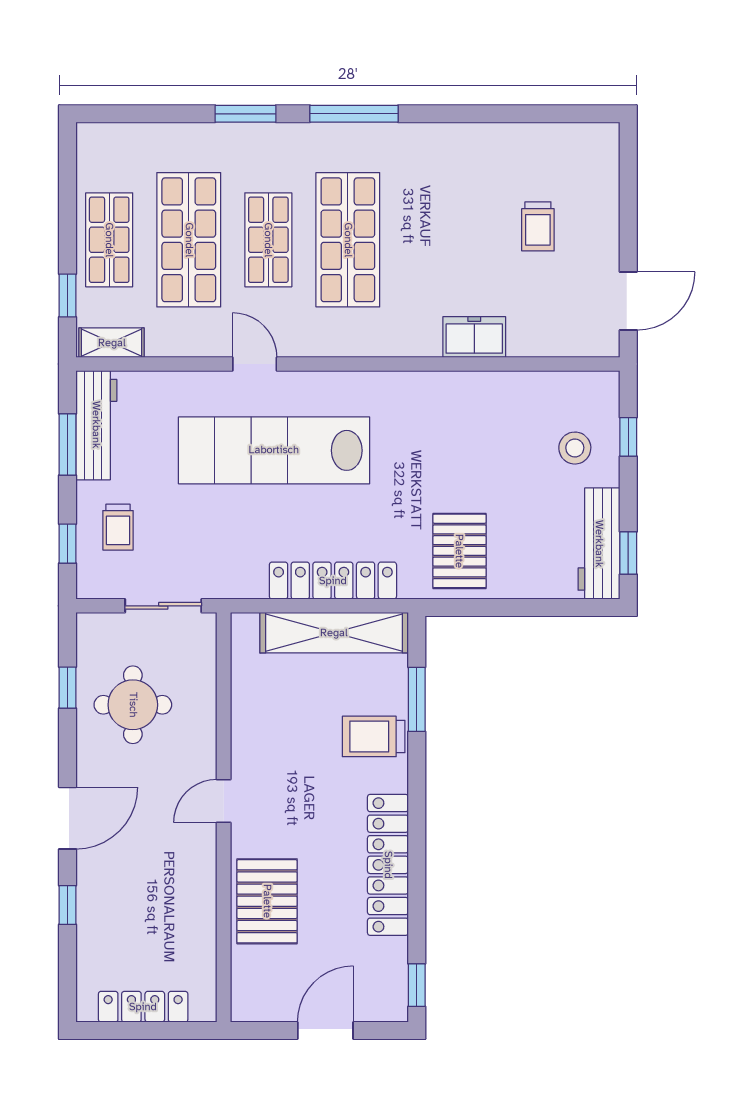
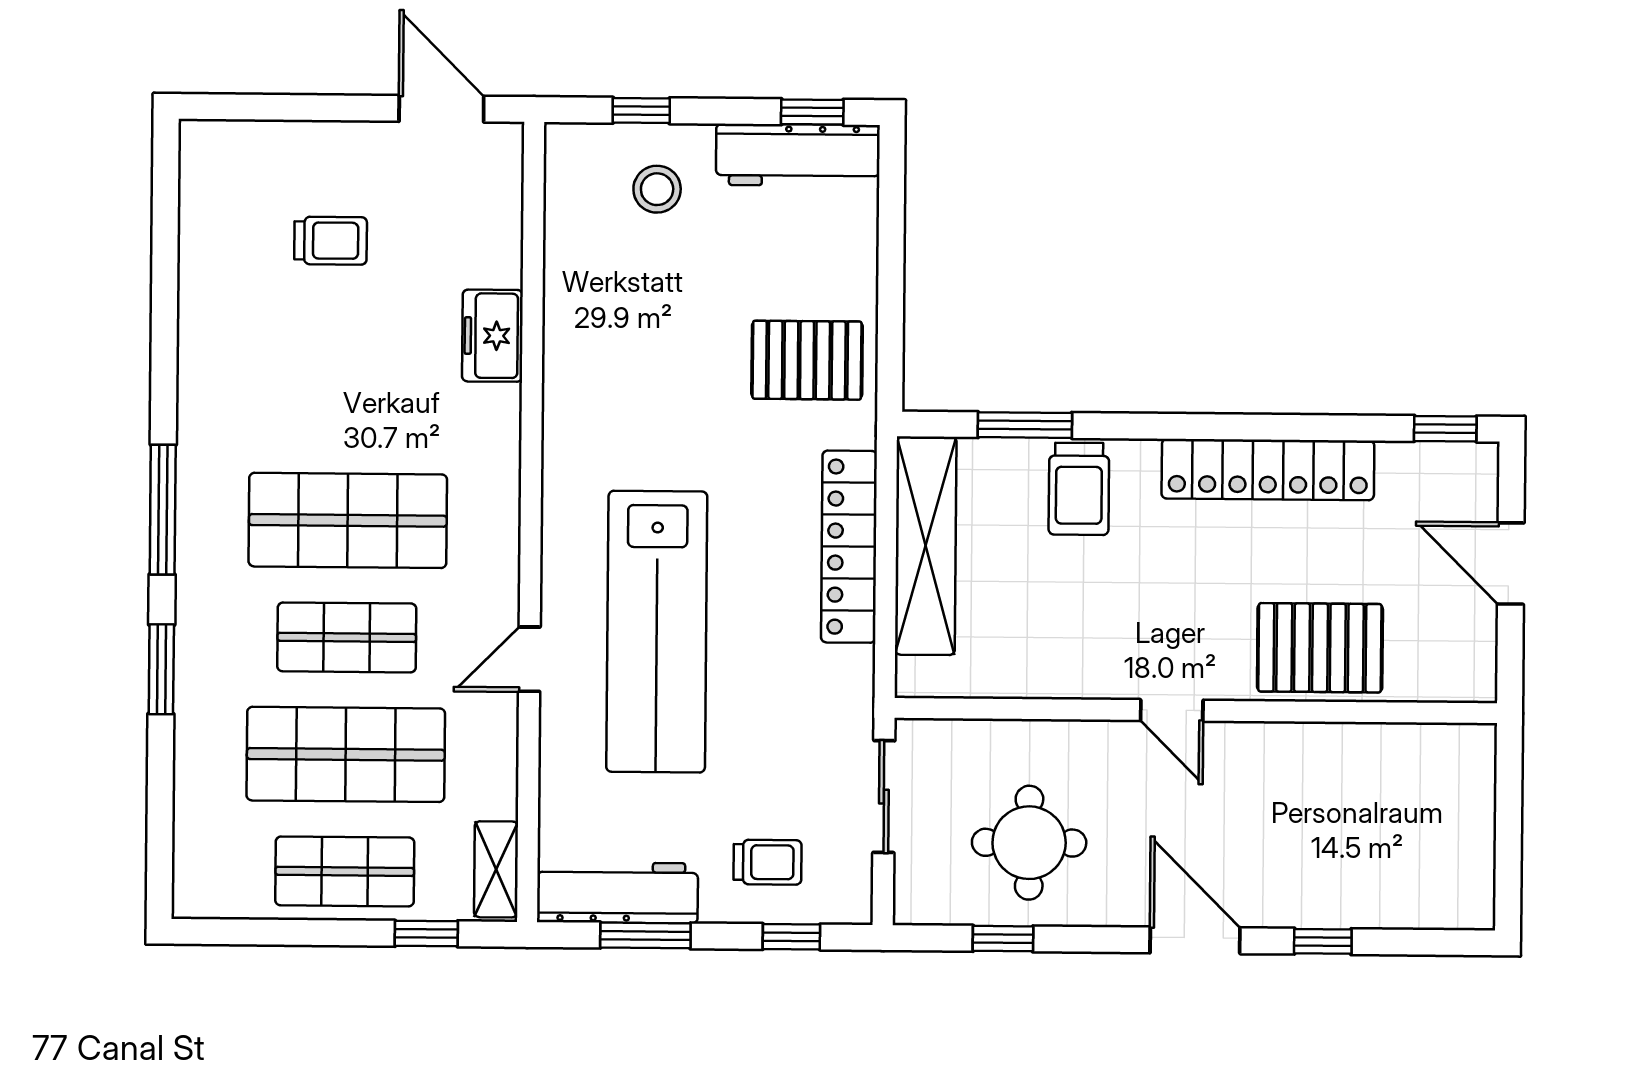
locker: (143, 1007) -> (1473, 831), removed

